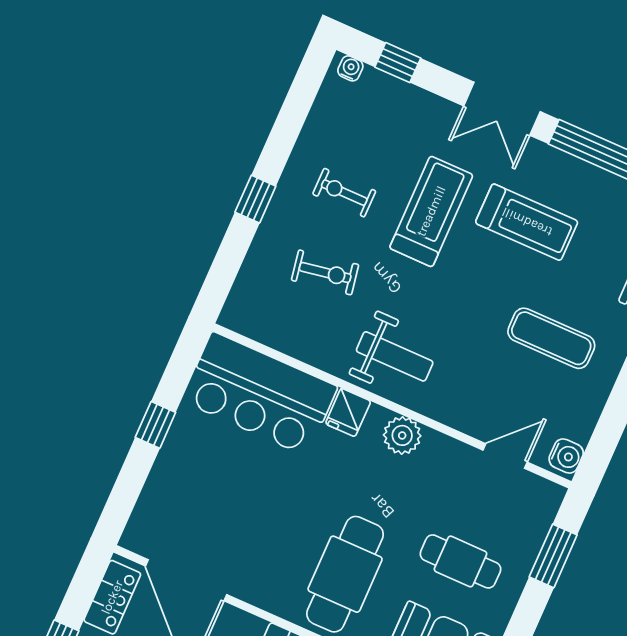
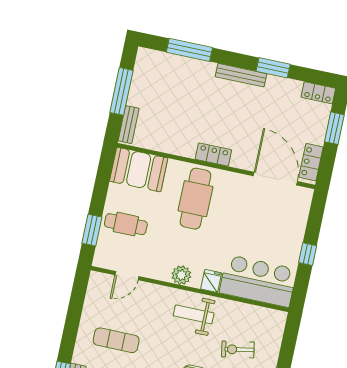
water cooler: (566, 456) -> (96, 282), removed
cafe table: (460, 561) -> (126, 224), moved

